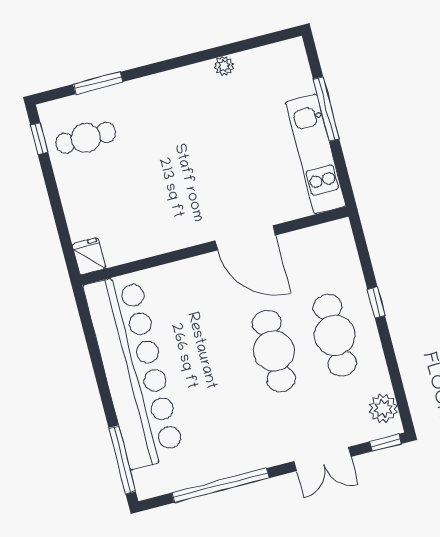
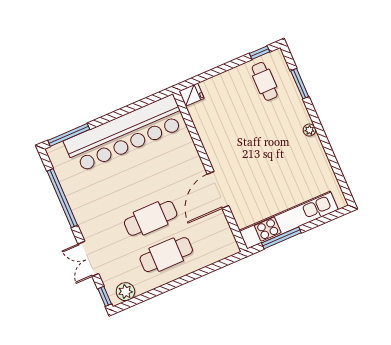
plant: (224, 66) -> (309, 130), moved
window: (326, 109) -> (281, 238), moved
kitchen unit: (316, 154) -> (289, 220), width x1.36
window: (376, 302) -> (190, 277), removed

